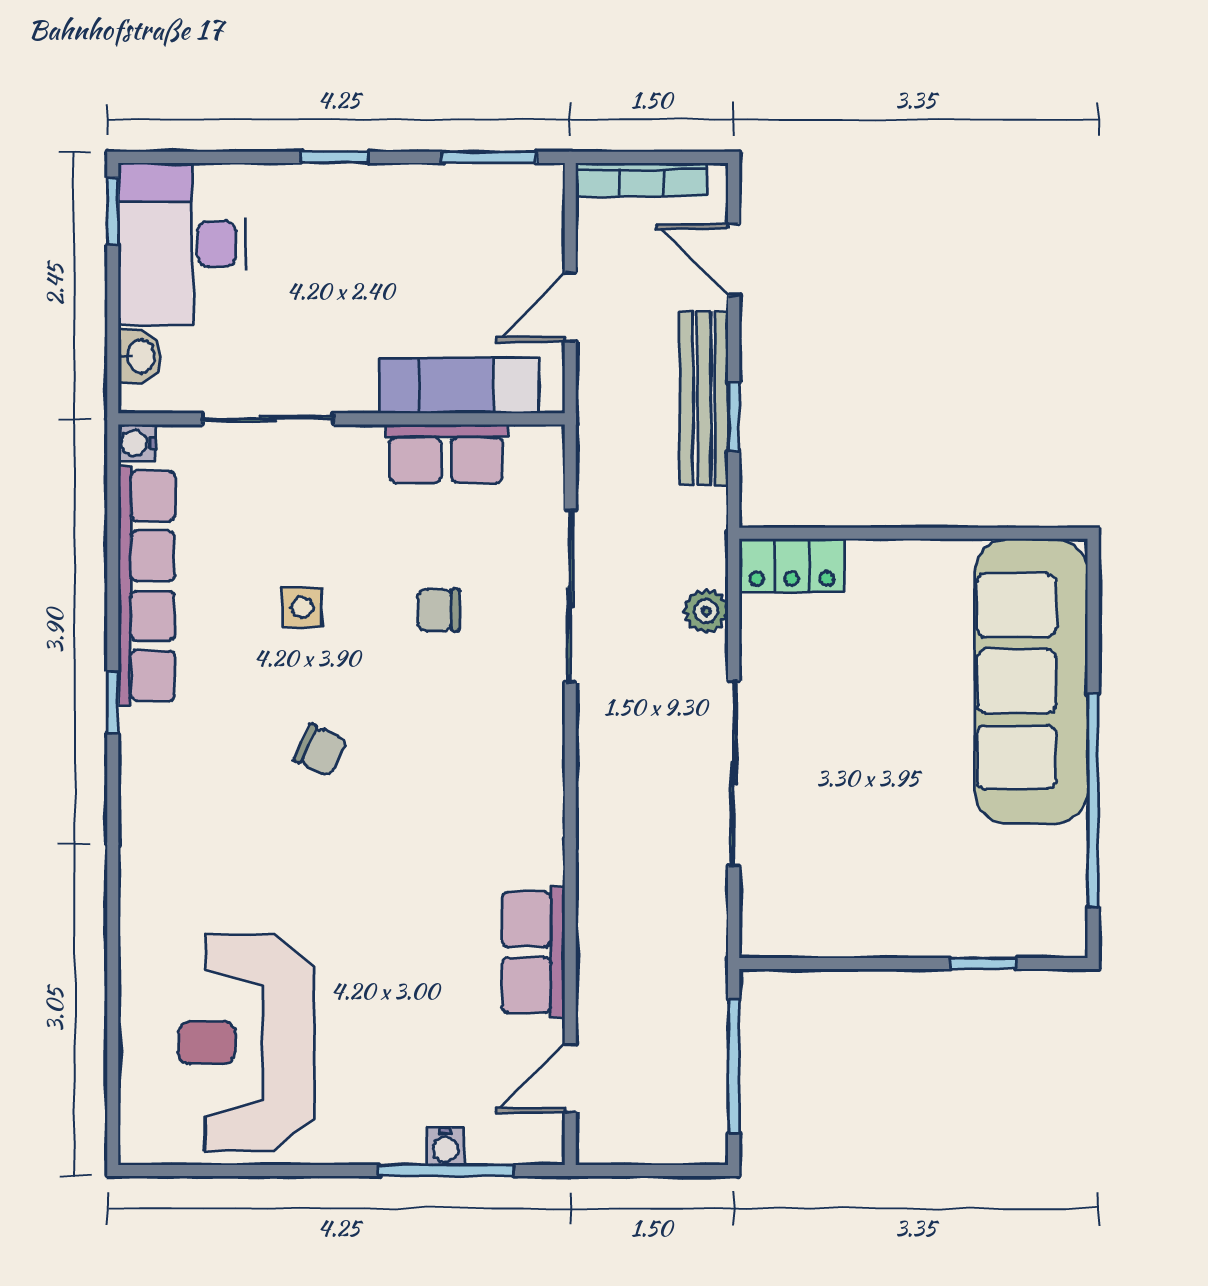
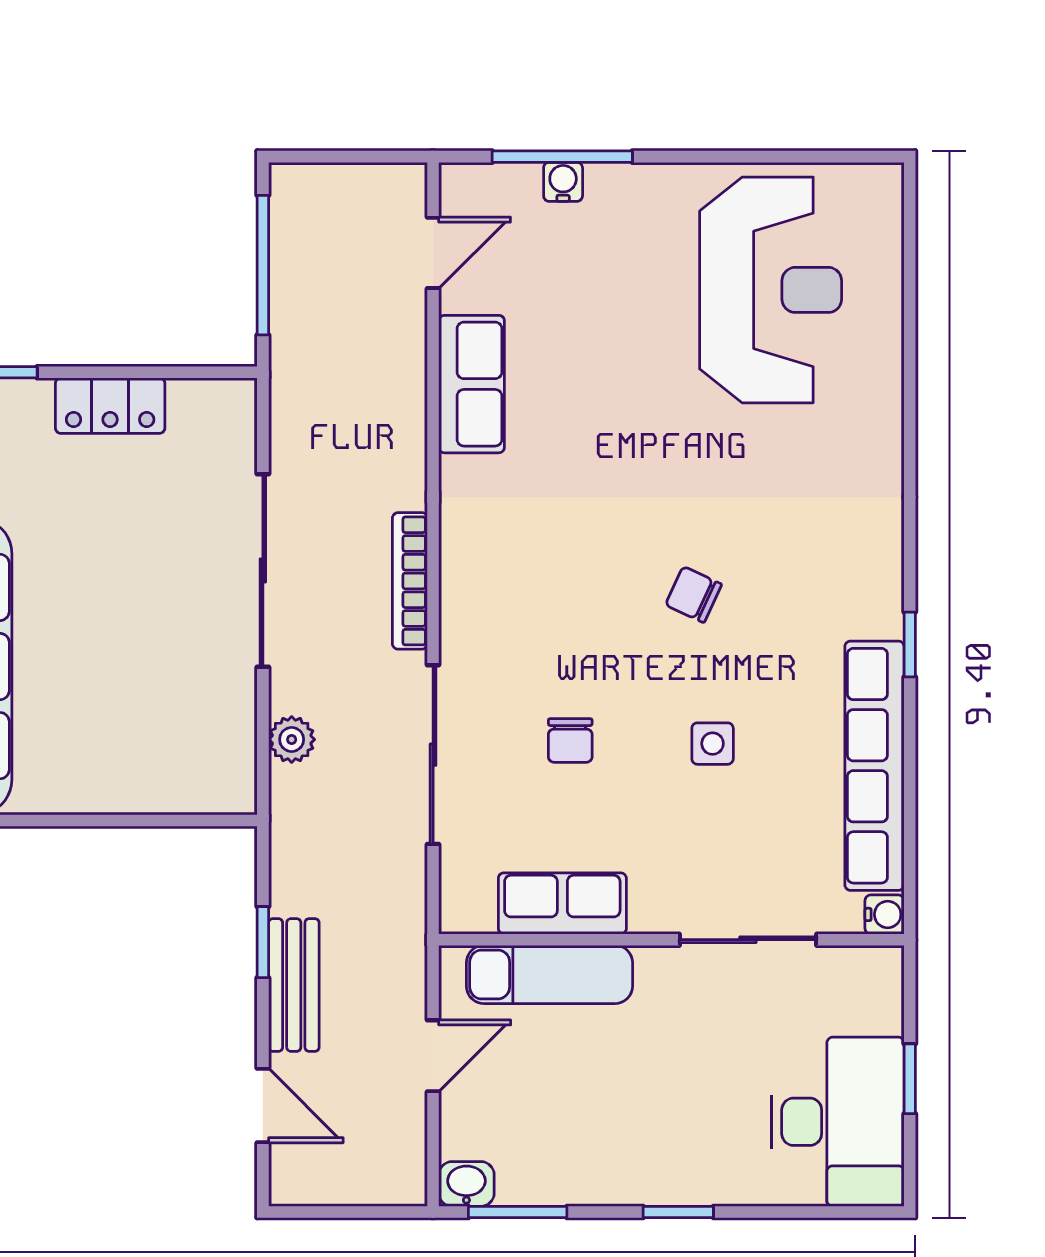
bookcase: (641, 180) -> (410, 581), moved, turned -90
window: (113, 211) -> (910, 1079), moved
washbasin: (140, 356) -> (466, 1184), moved, turned 90
bench: (704, 398) -> (294, 985), width x0.73
locker: (792, 565) -> (110, 406), moved, turned 180
chair: (439, 610) -> (570, 740), turned 90

